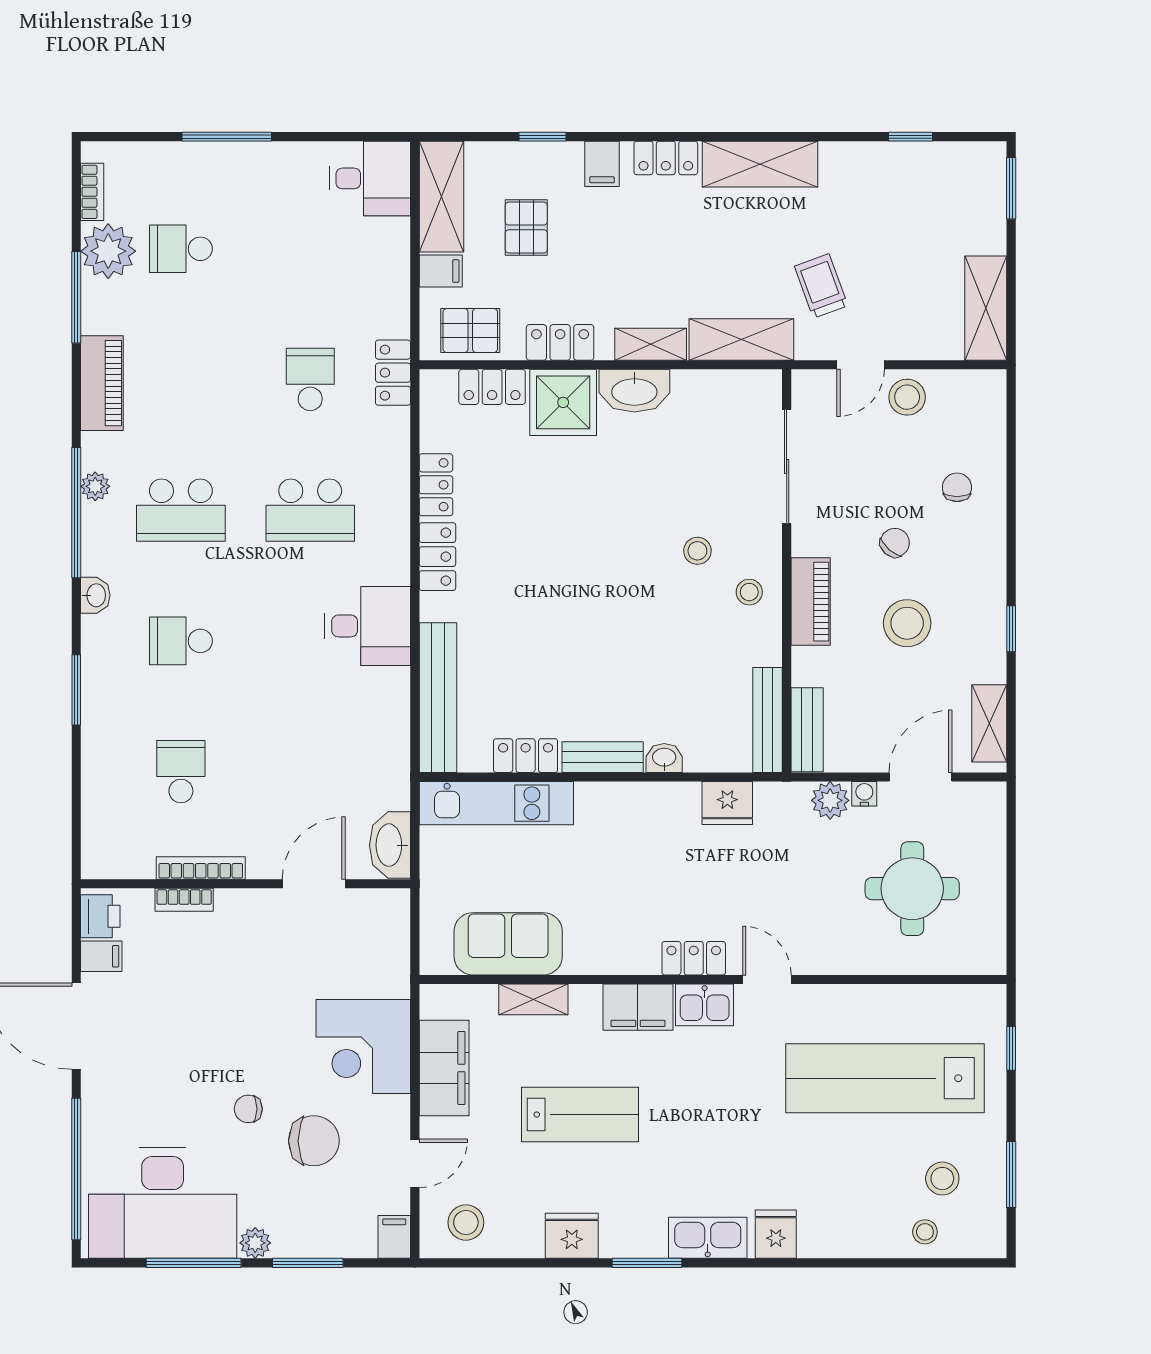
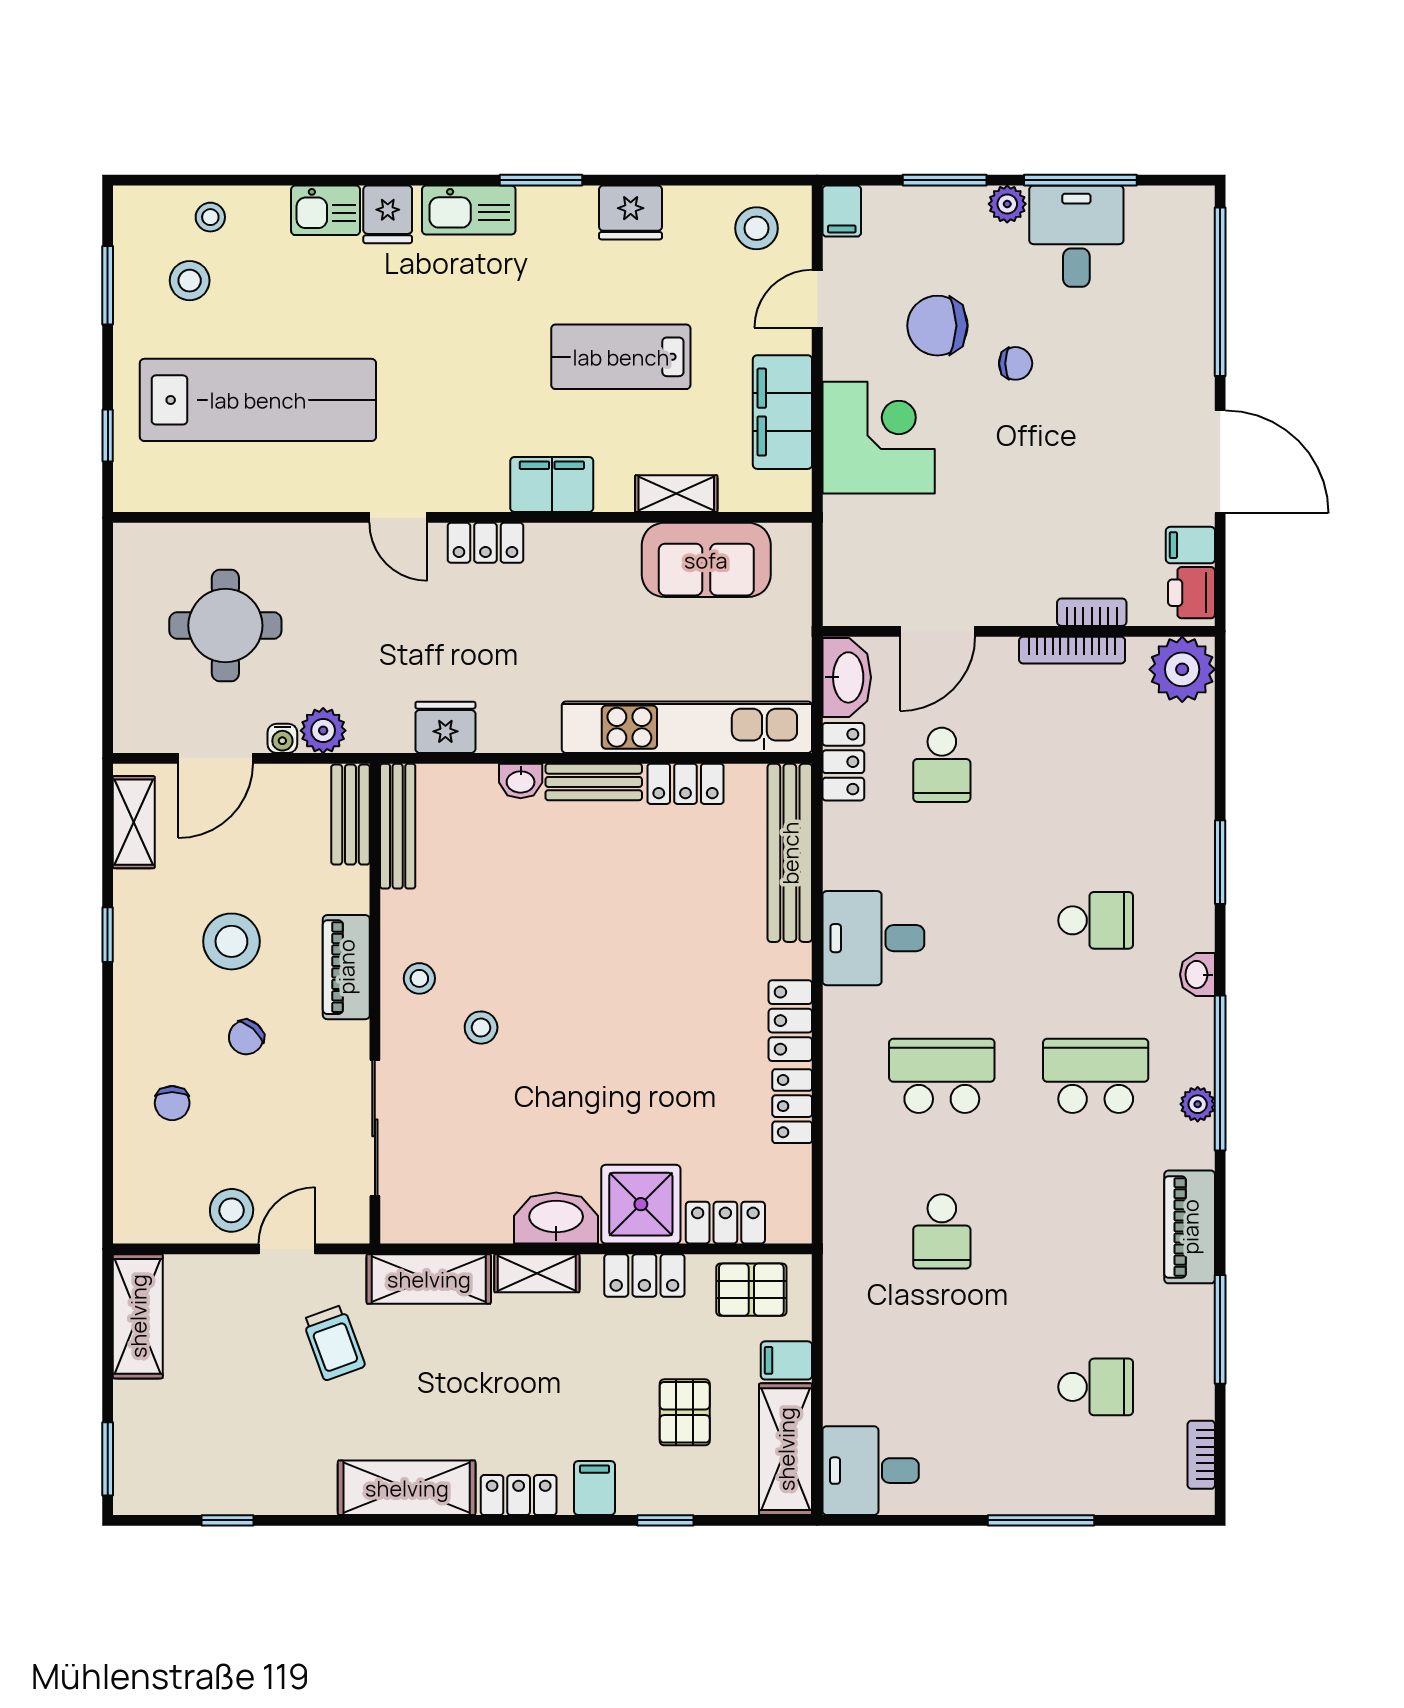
plant: (108, 251) -> (1182, 669), moved
locker: (393, 373) -> (843, 762), moved
school desk: (181, 772) -> (942, 765), moved
kitchen unit: (496, 803) -> (687, 727), width x1.36
kitchen sink: (705, 1005) -> (326, 210), moved, turned 180
desk: (163, 1203) -> (1076, 236), width x0.53, depth x0.77

